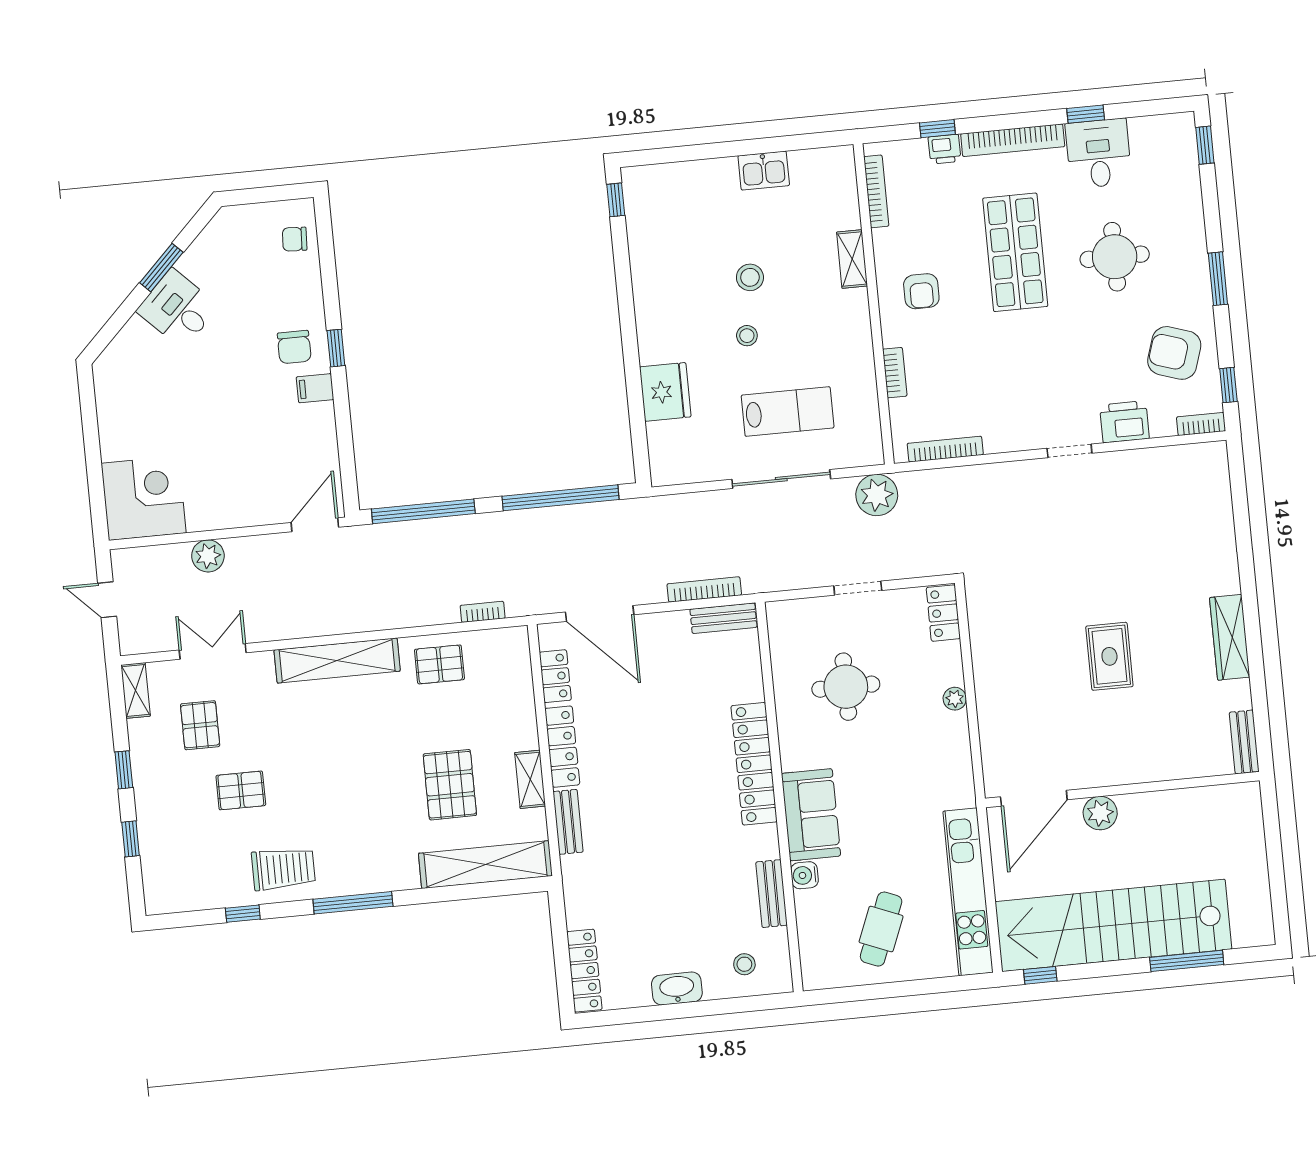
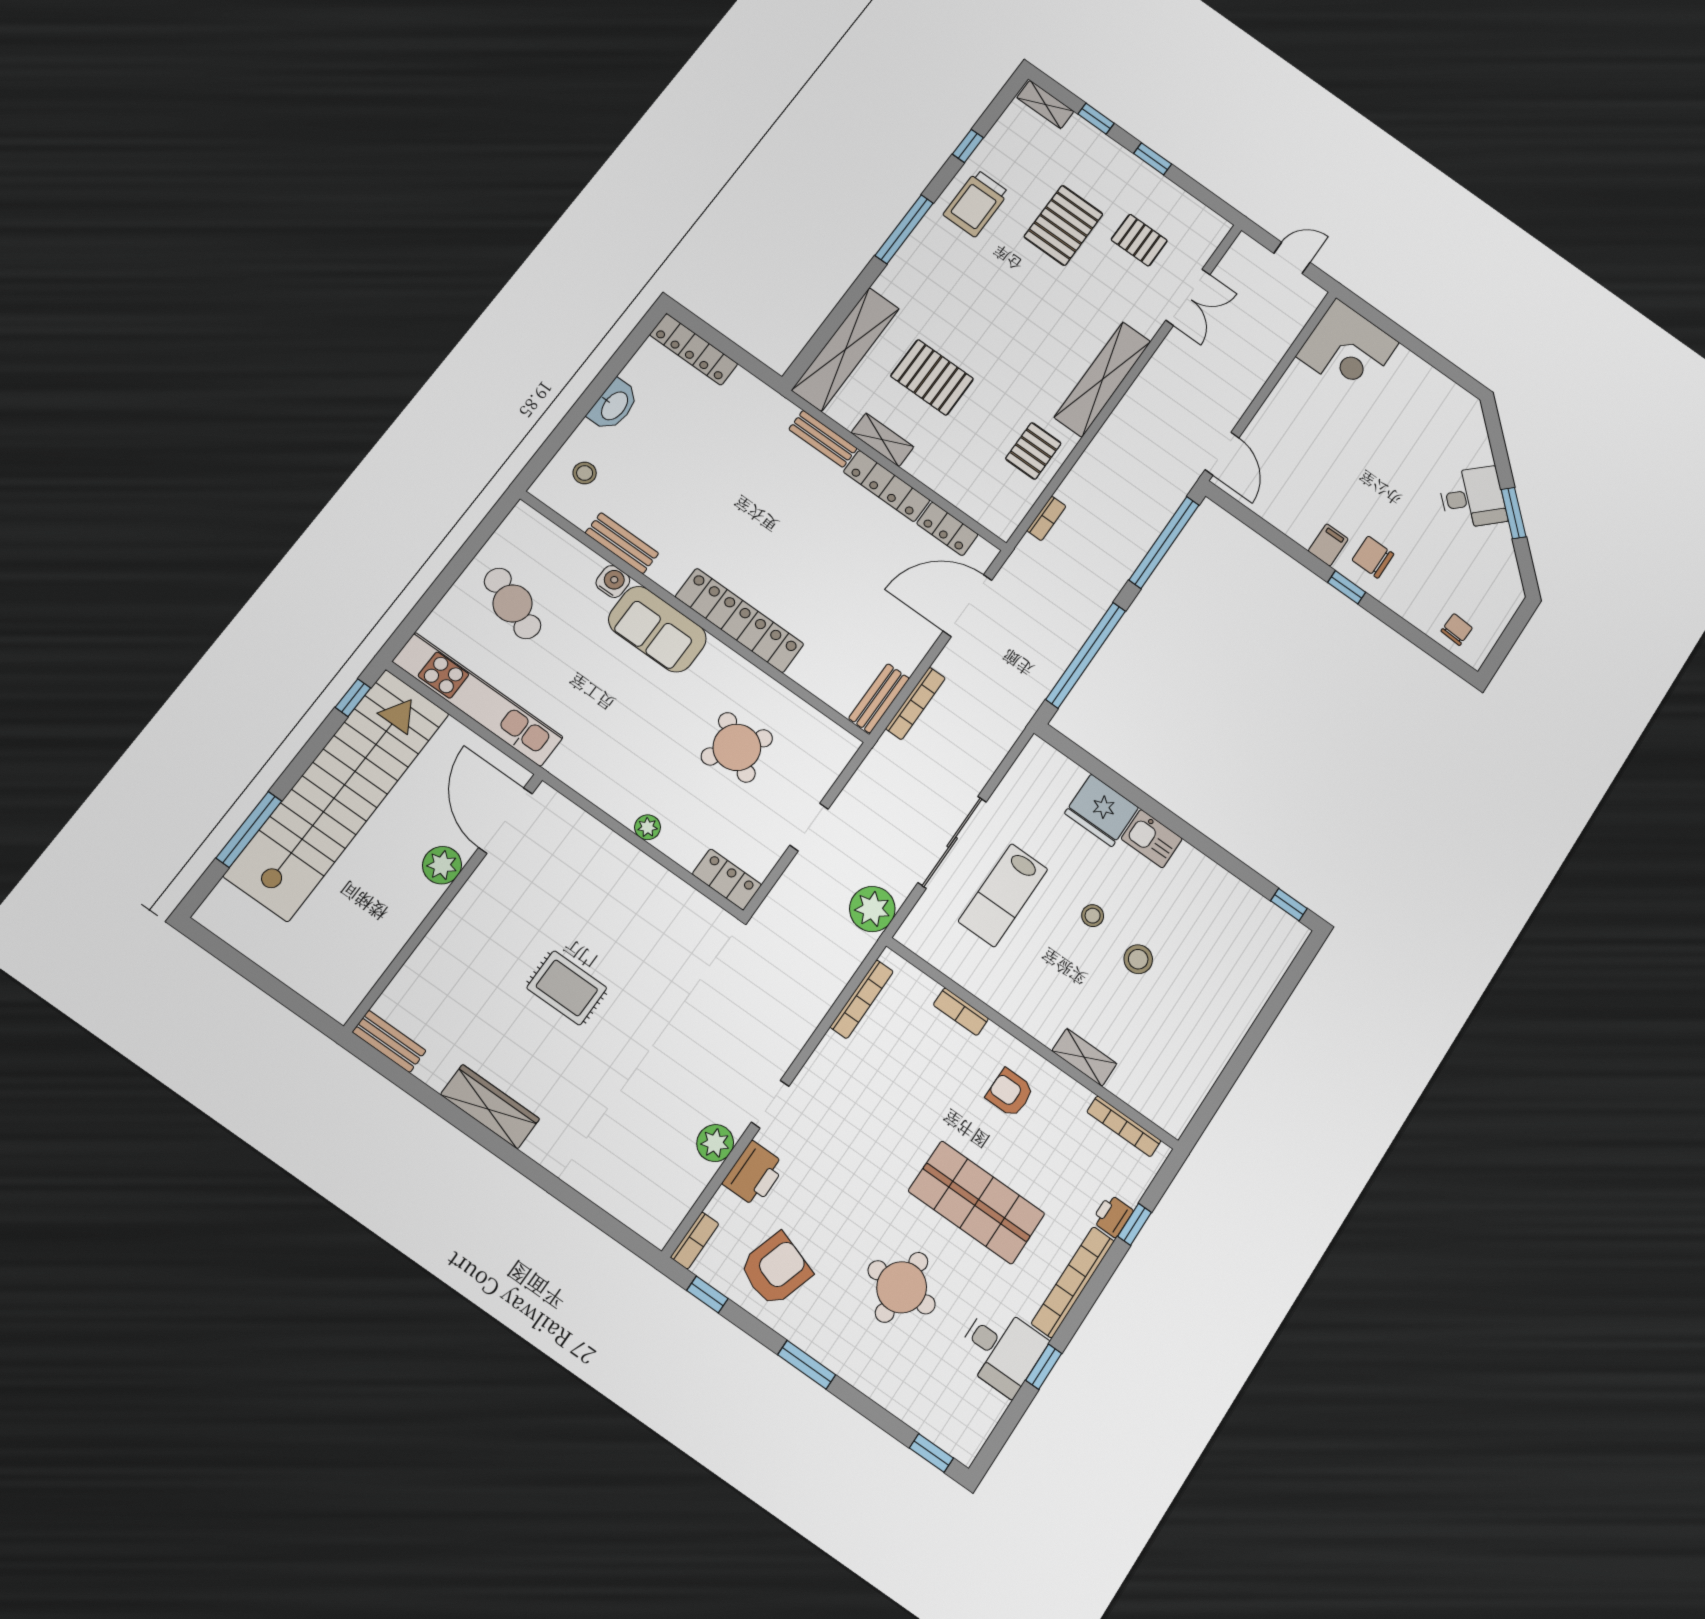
kitchen sink: (764, 171) -> (1152, 839), moved, turned -90
plant: (208, 556) -> (715, 1143), moved
round table: (846, 687) -> (737, 747), turned 35
shelving: (136, 690) -> (1045, 104), moved
pallet: (241, 790) -> (1064, 225), width x1.50, depth x1.42

